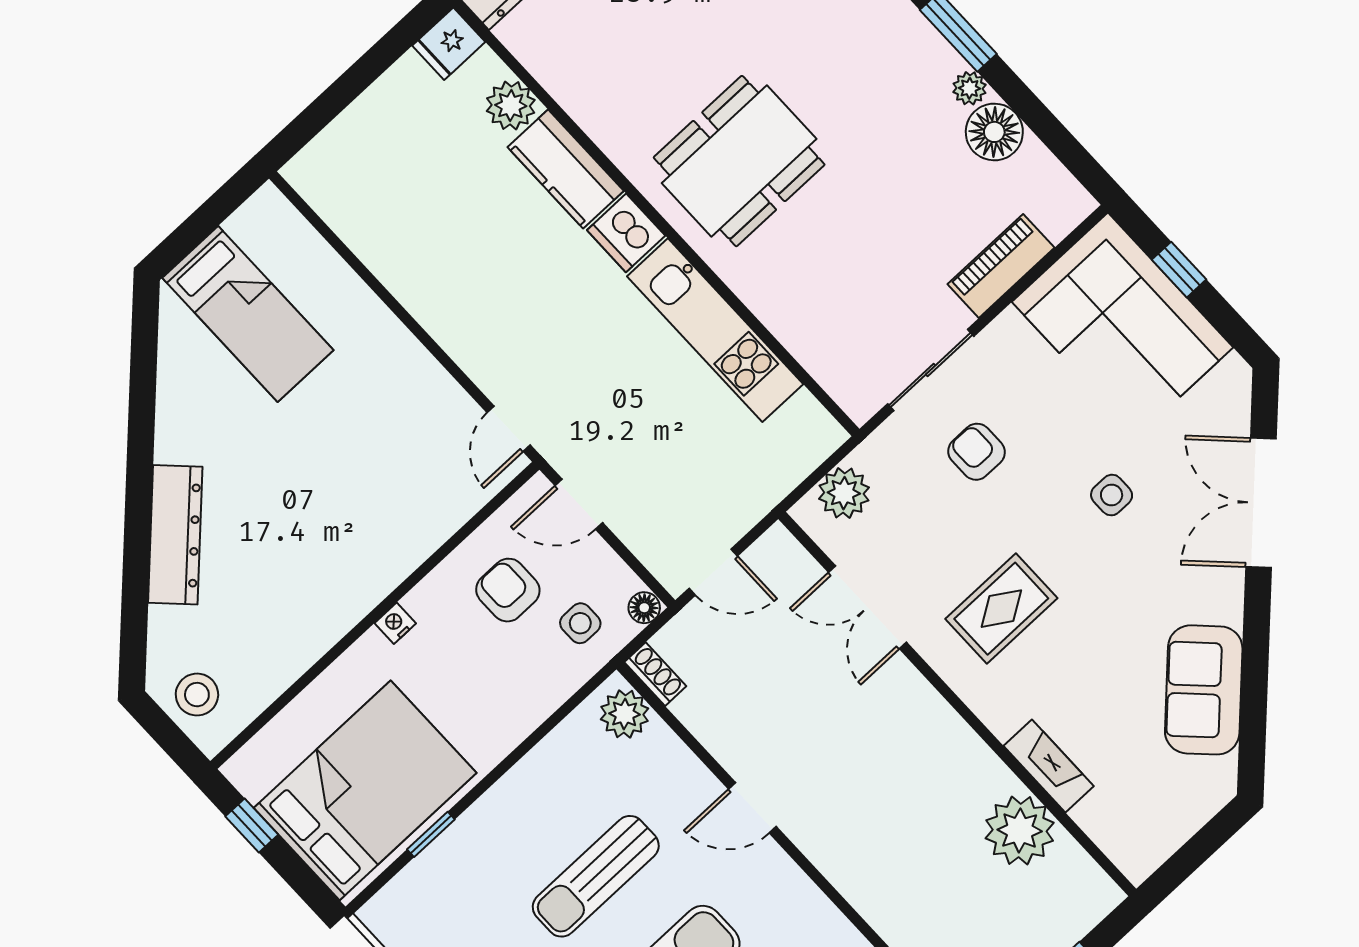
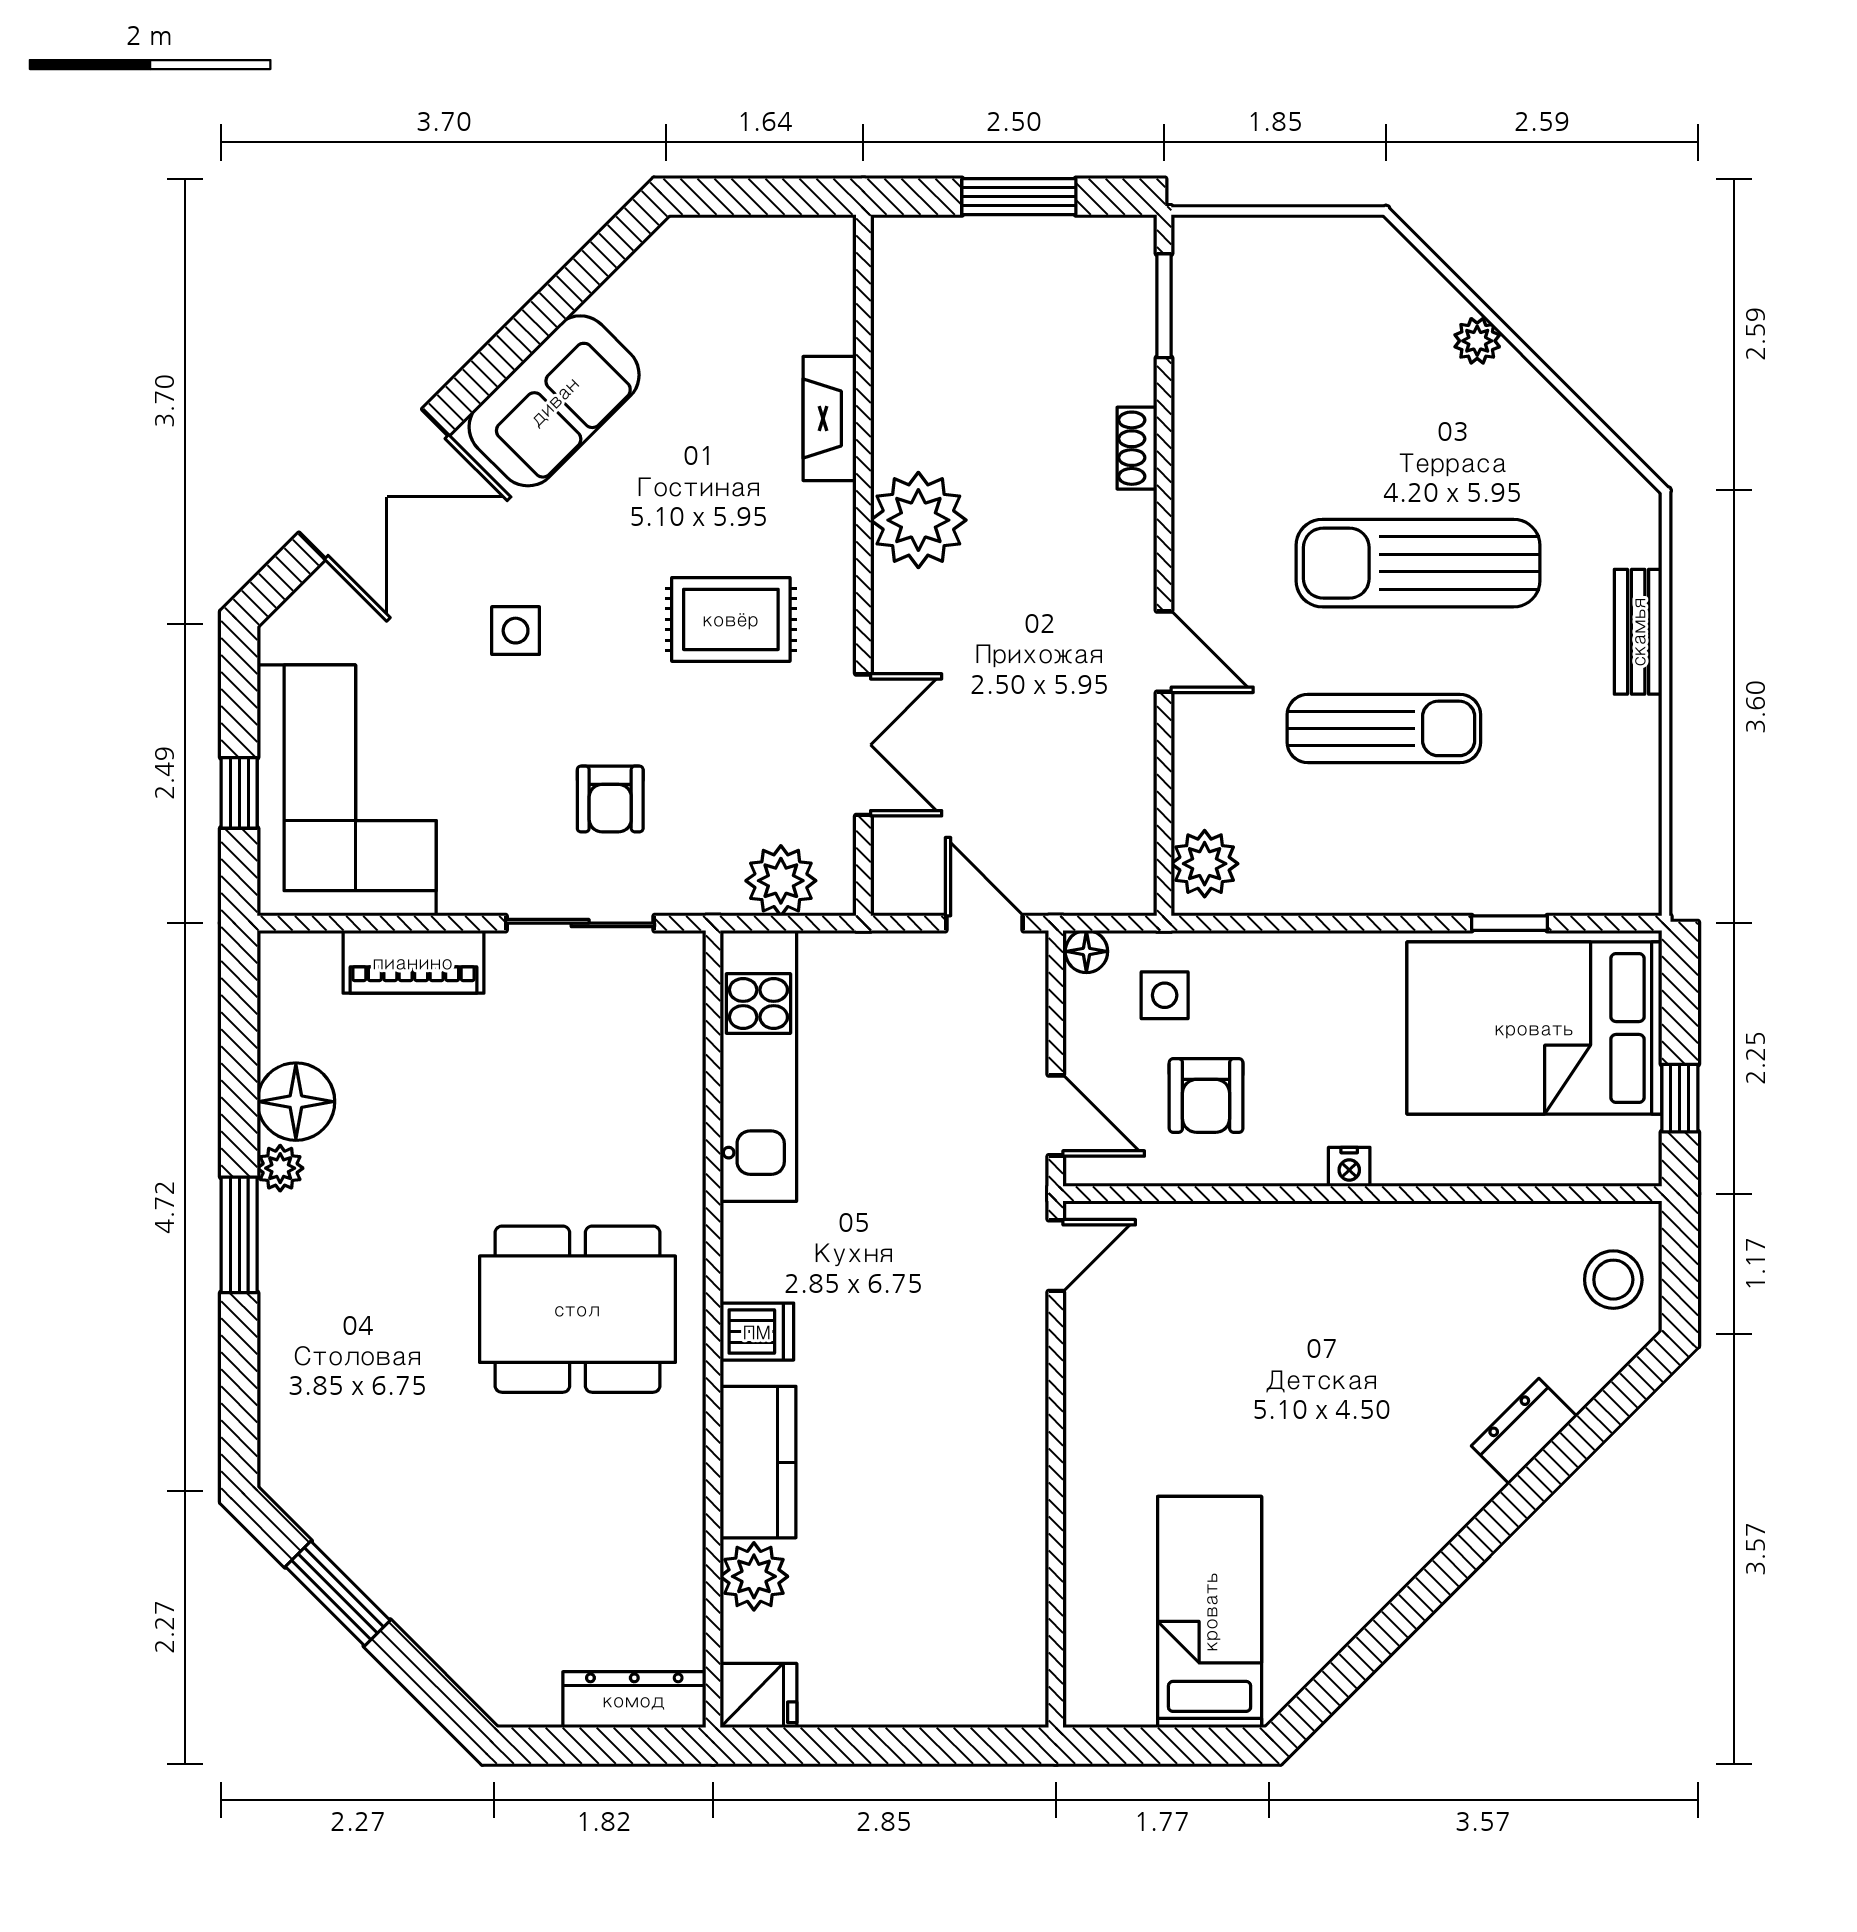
dishwasher: (626, 233) -> (757, 1332), width x0.73
kitchen unit: (715, 330) -> (758, 1066), moved
dresser: (175, 535) -> (1524, 1431), width x0.51, depth x0.80
shoe rack: (655, 674) -> (1137, 448), moved
sofa: (1204, 690) -> (554, 401), moved
plant: (1020, 830) -> (918, 520), moved

